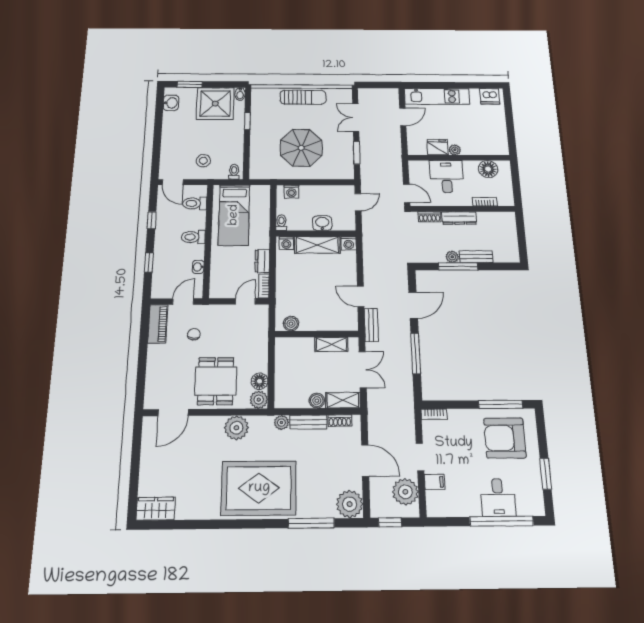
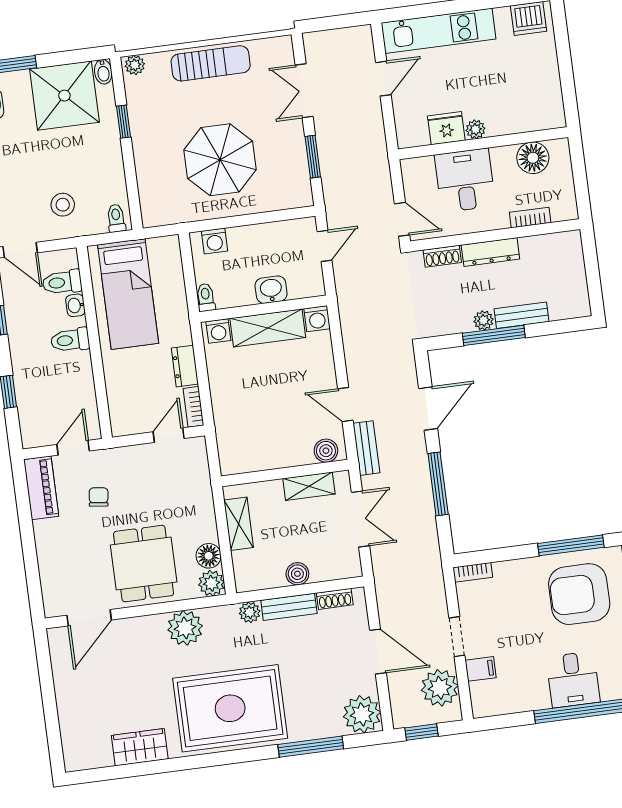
plant: (259, 93) -> (135, 65), added
washbasin: (198, 267) -> (75, 305), moved
boiler: (291, 324) -> (326, 451), moved
shelving: (343, 400) -> (239, 524), moved, turned 90
wardrobe: (156, 509) -> (140, 747), moved

